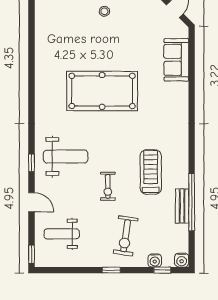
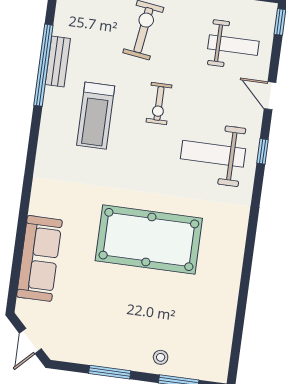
stool: (104, 11) -> (161, 357), moved
sofa: (176, 60) -> (39, 258), width x1.36
exercise bike: (108, 186) -> (159, 103), turned 180

